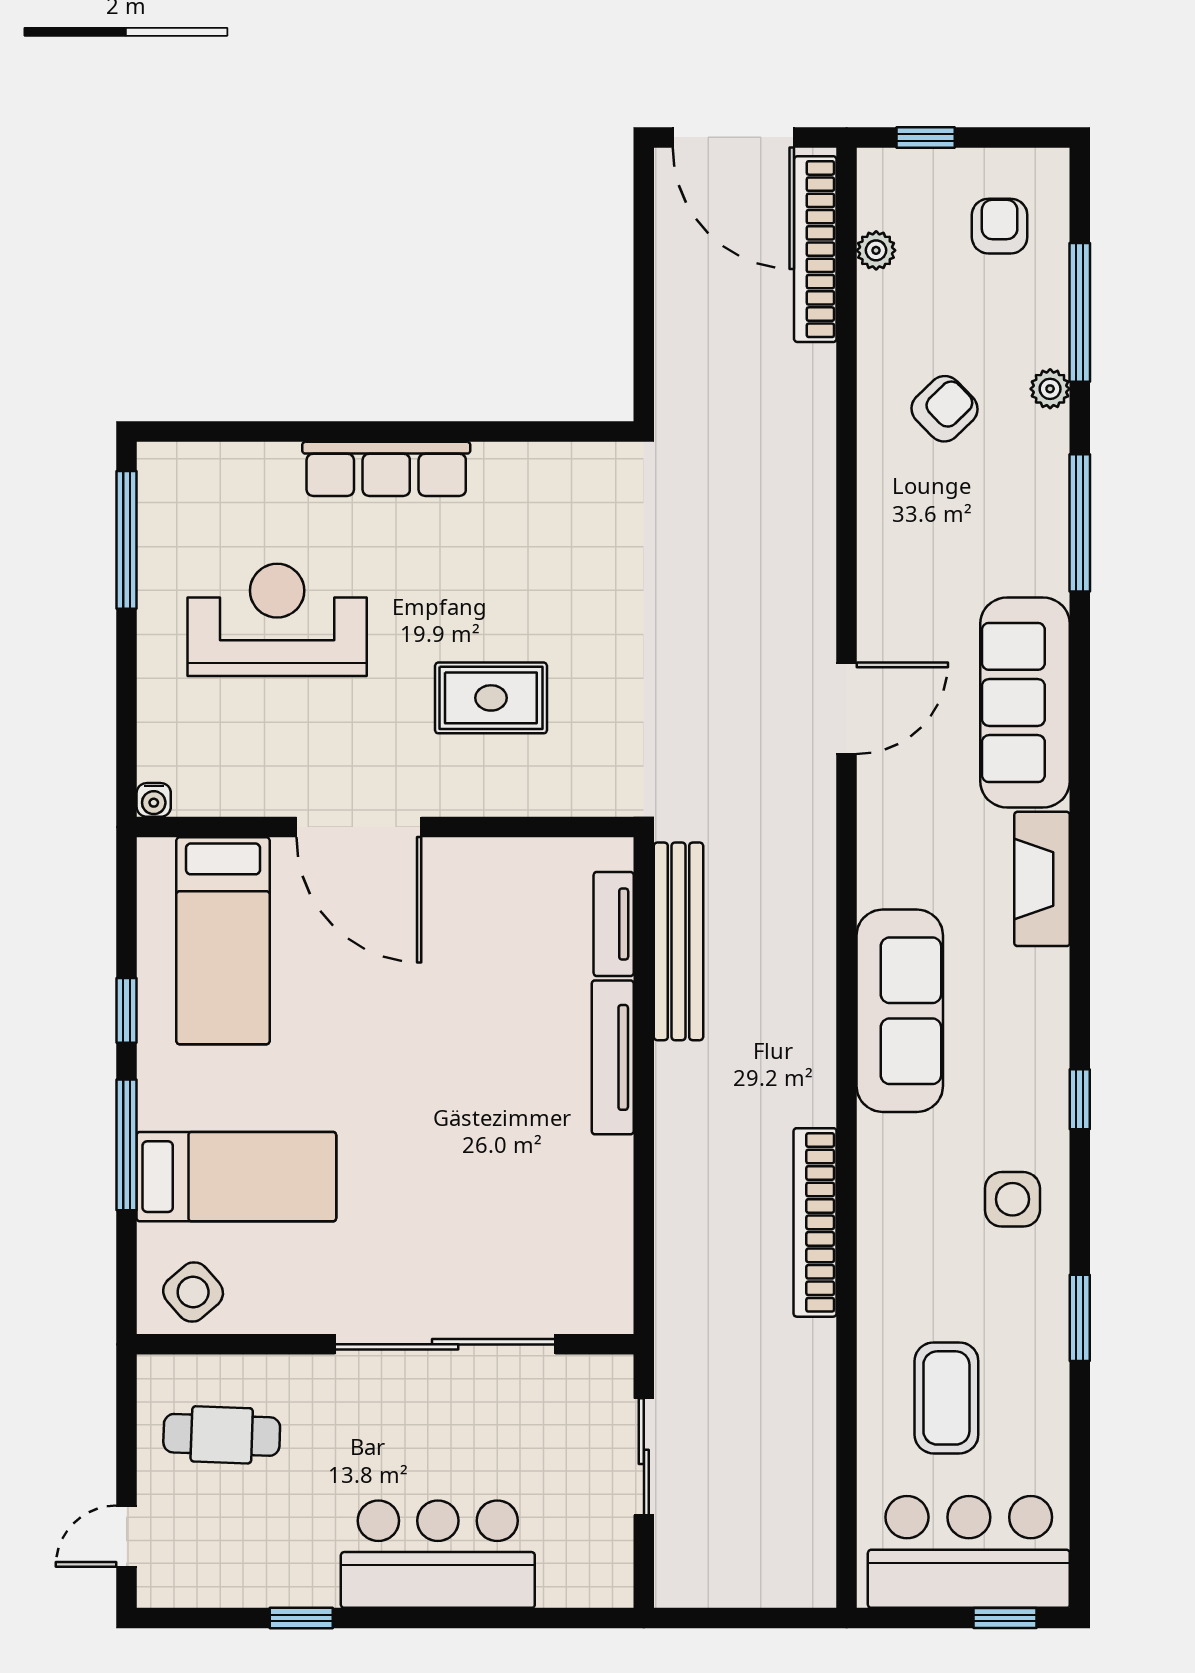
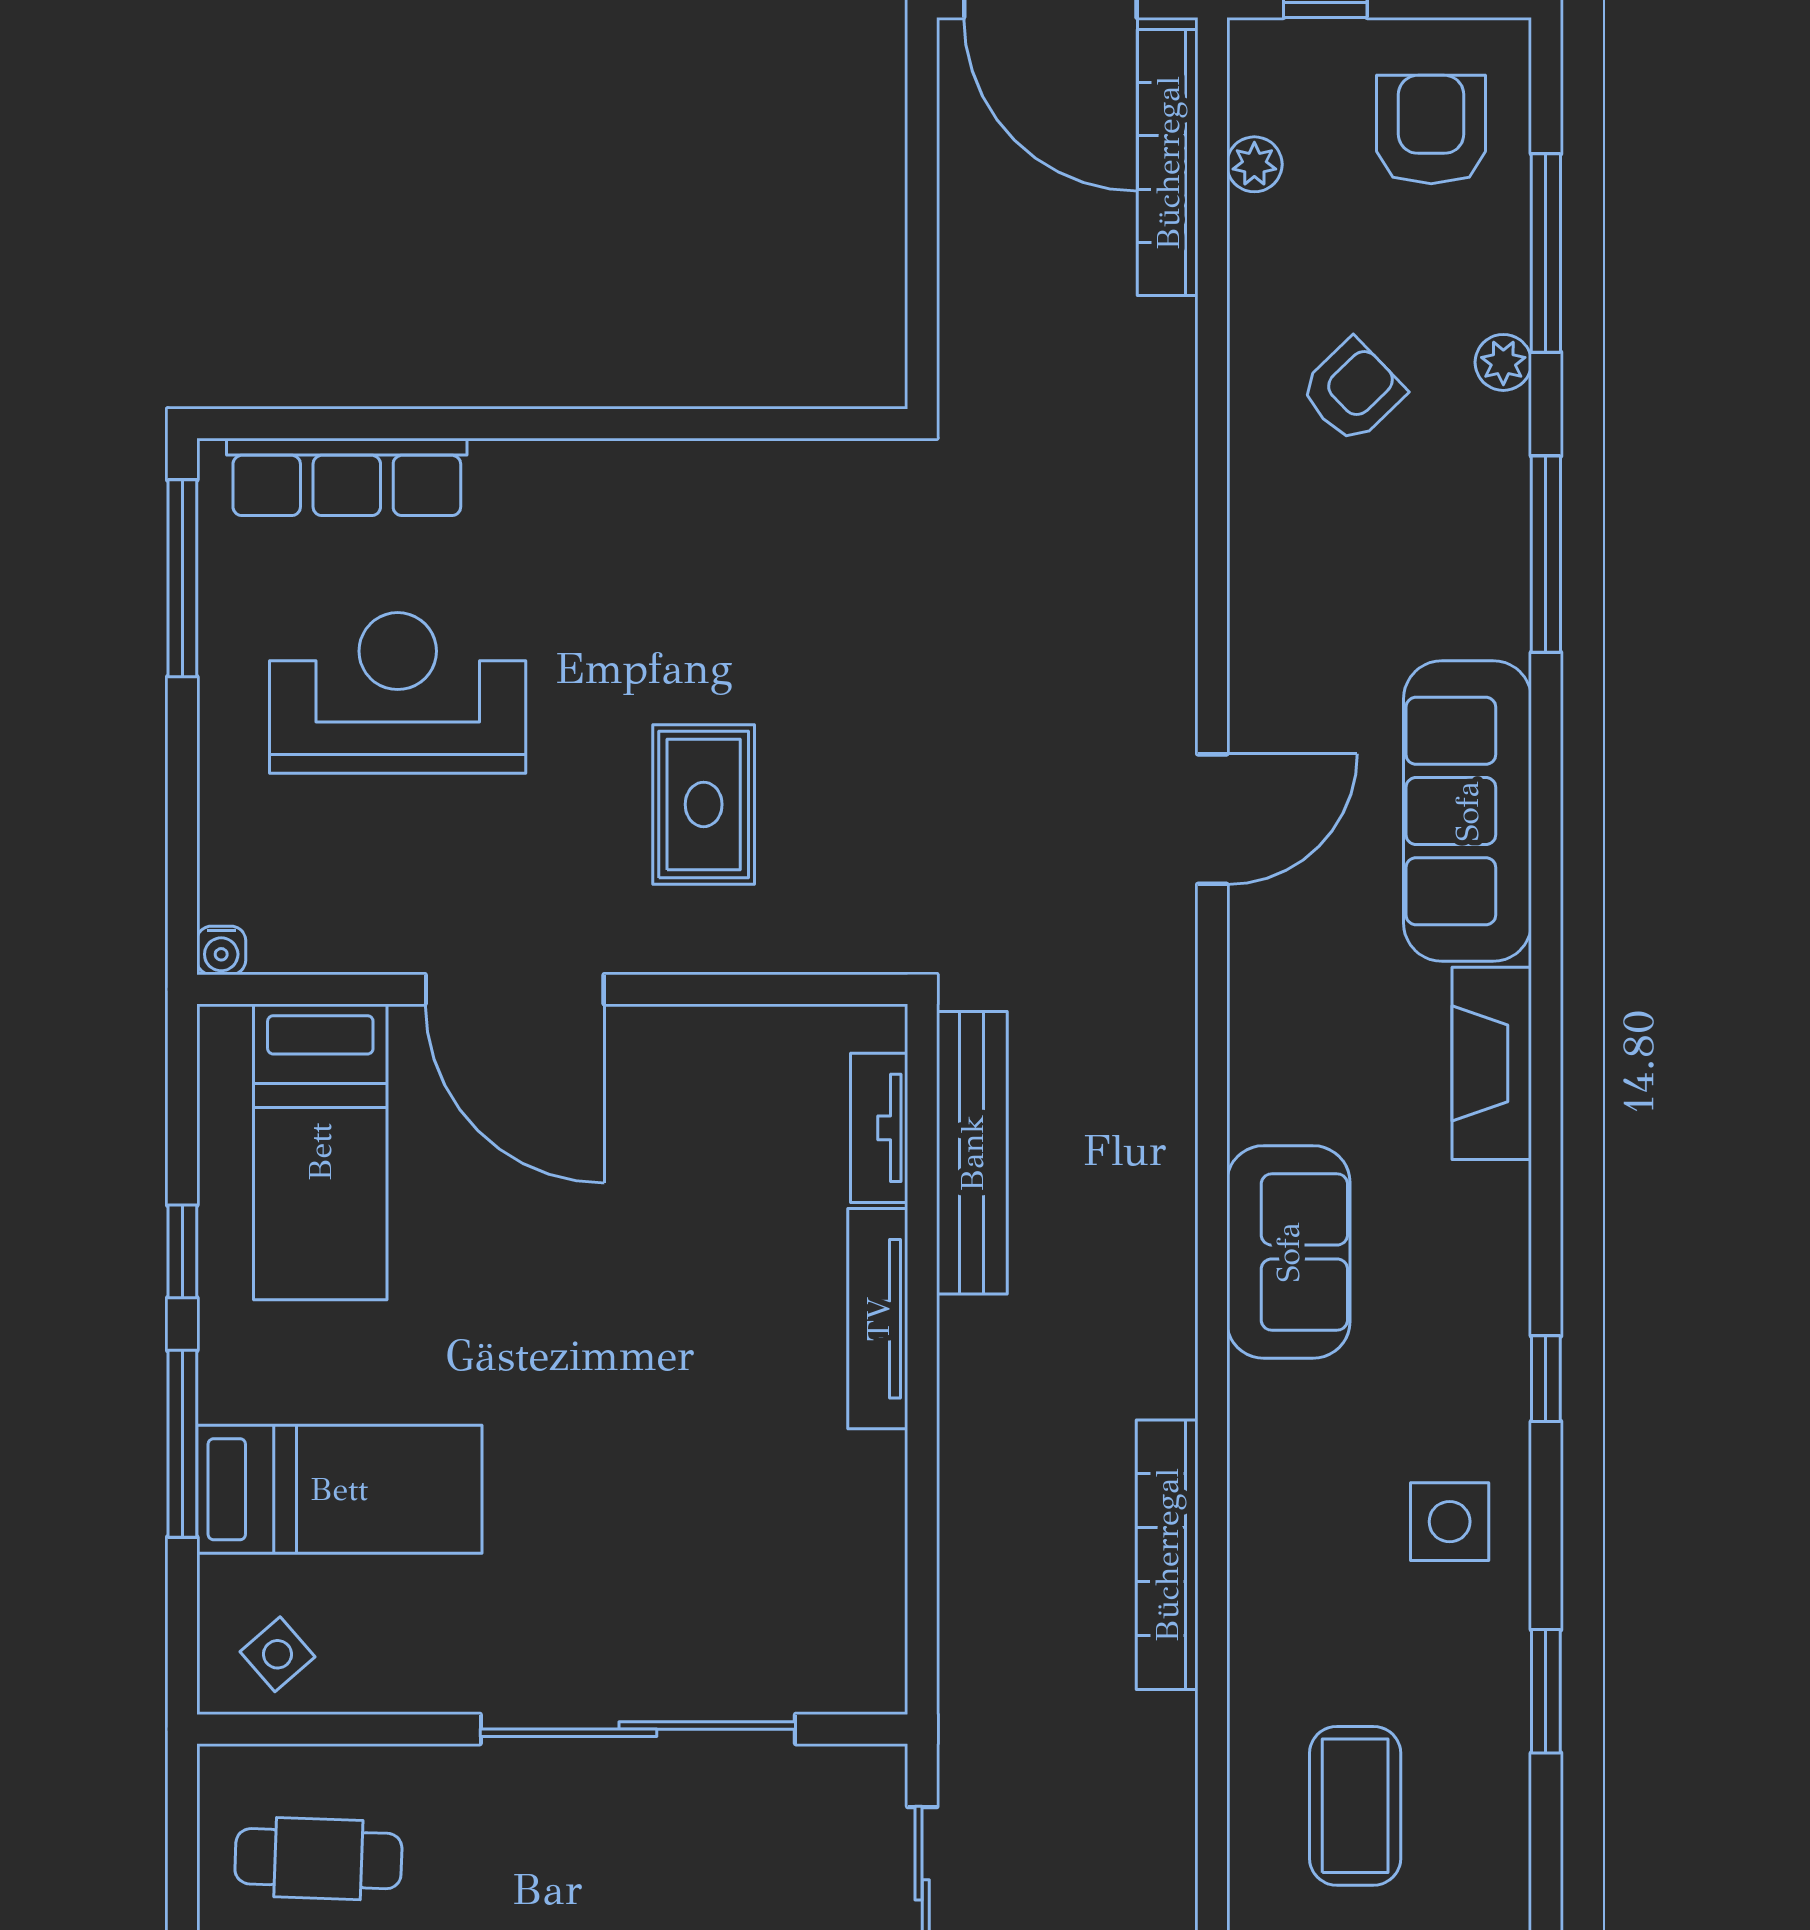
armchair: (1000, 226) -> (1431, 130), width x1.38, depth x1.38
row of seats: (386, 469) -> (347, 477), moved
rug: (491, 698) -> (704, 804), turned 90
sofa: (900, 1011) -> (1288, 1252), width x0.73
side table: (193, 1292) -> (277, 1654), width x0.73, depth x0.73

